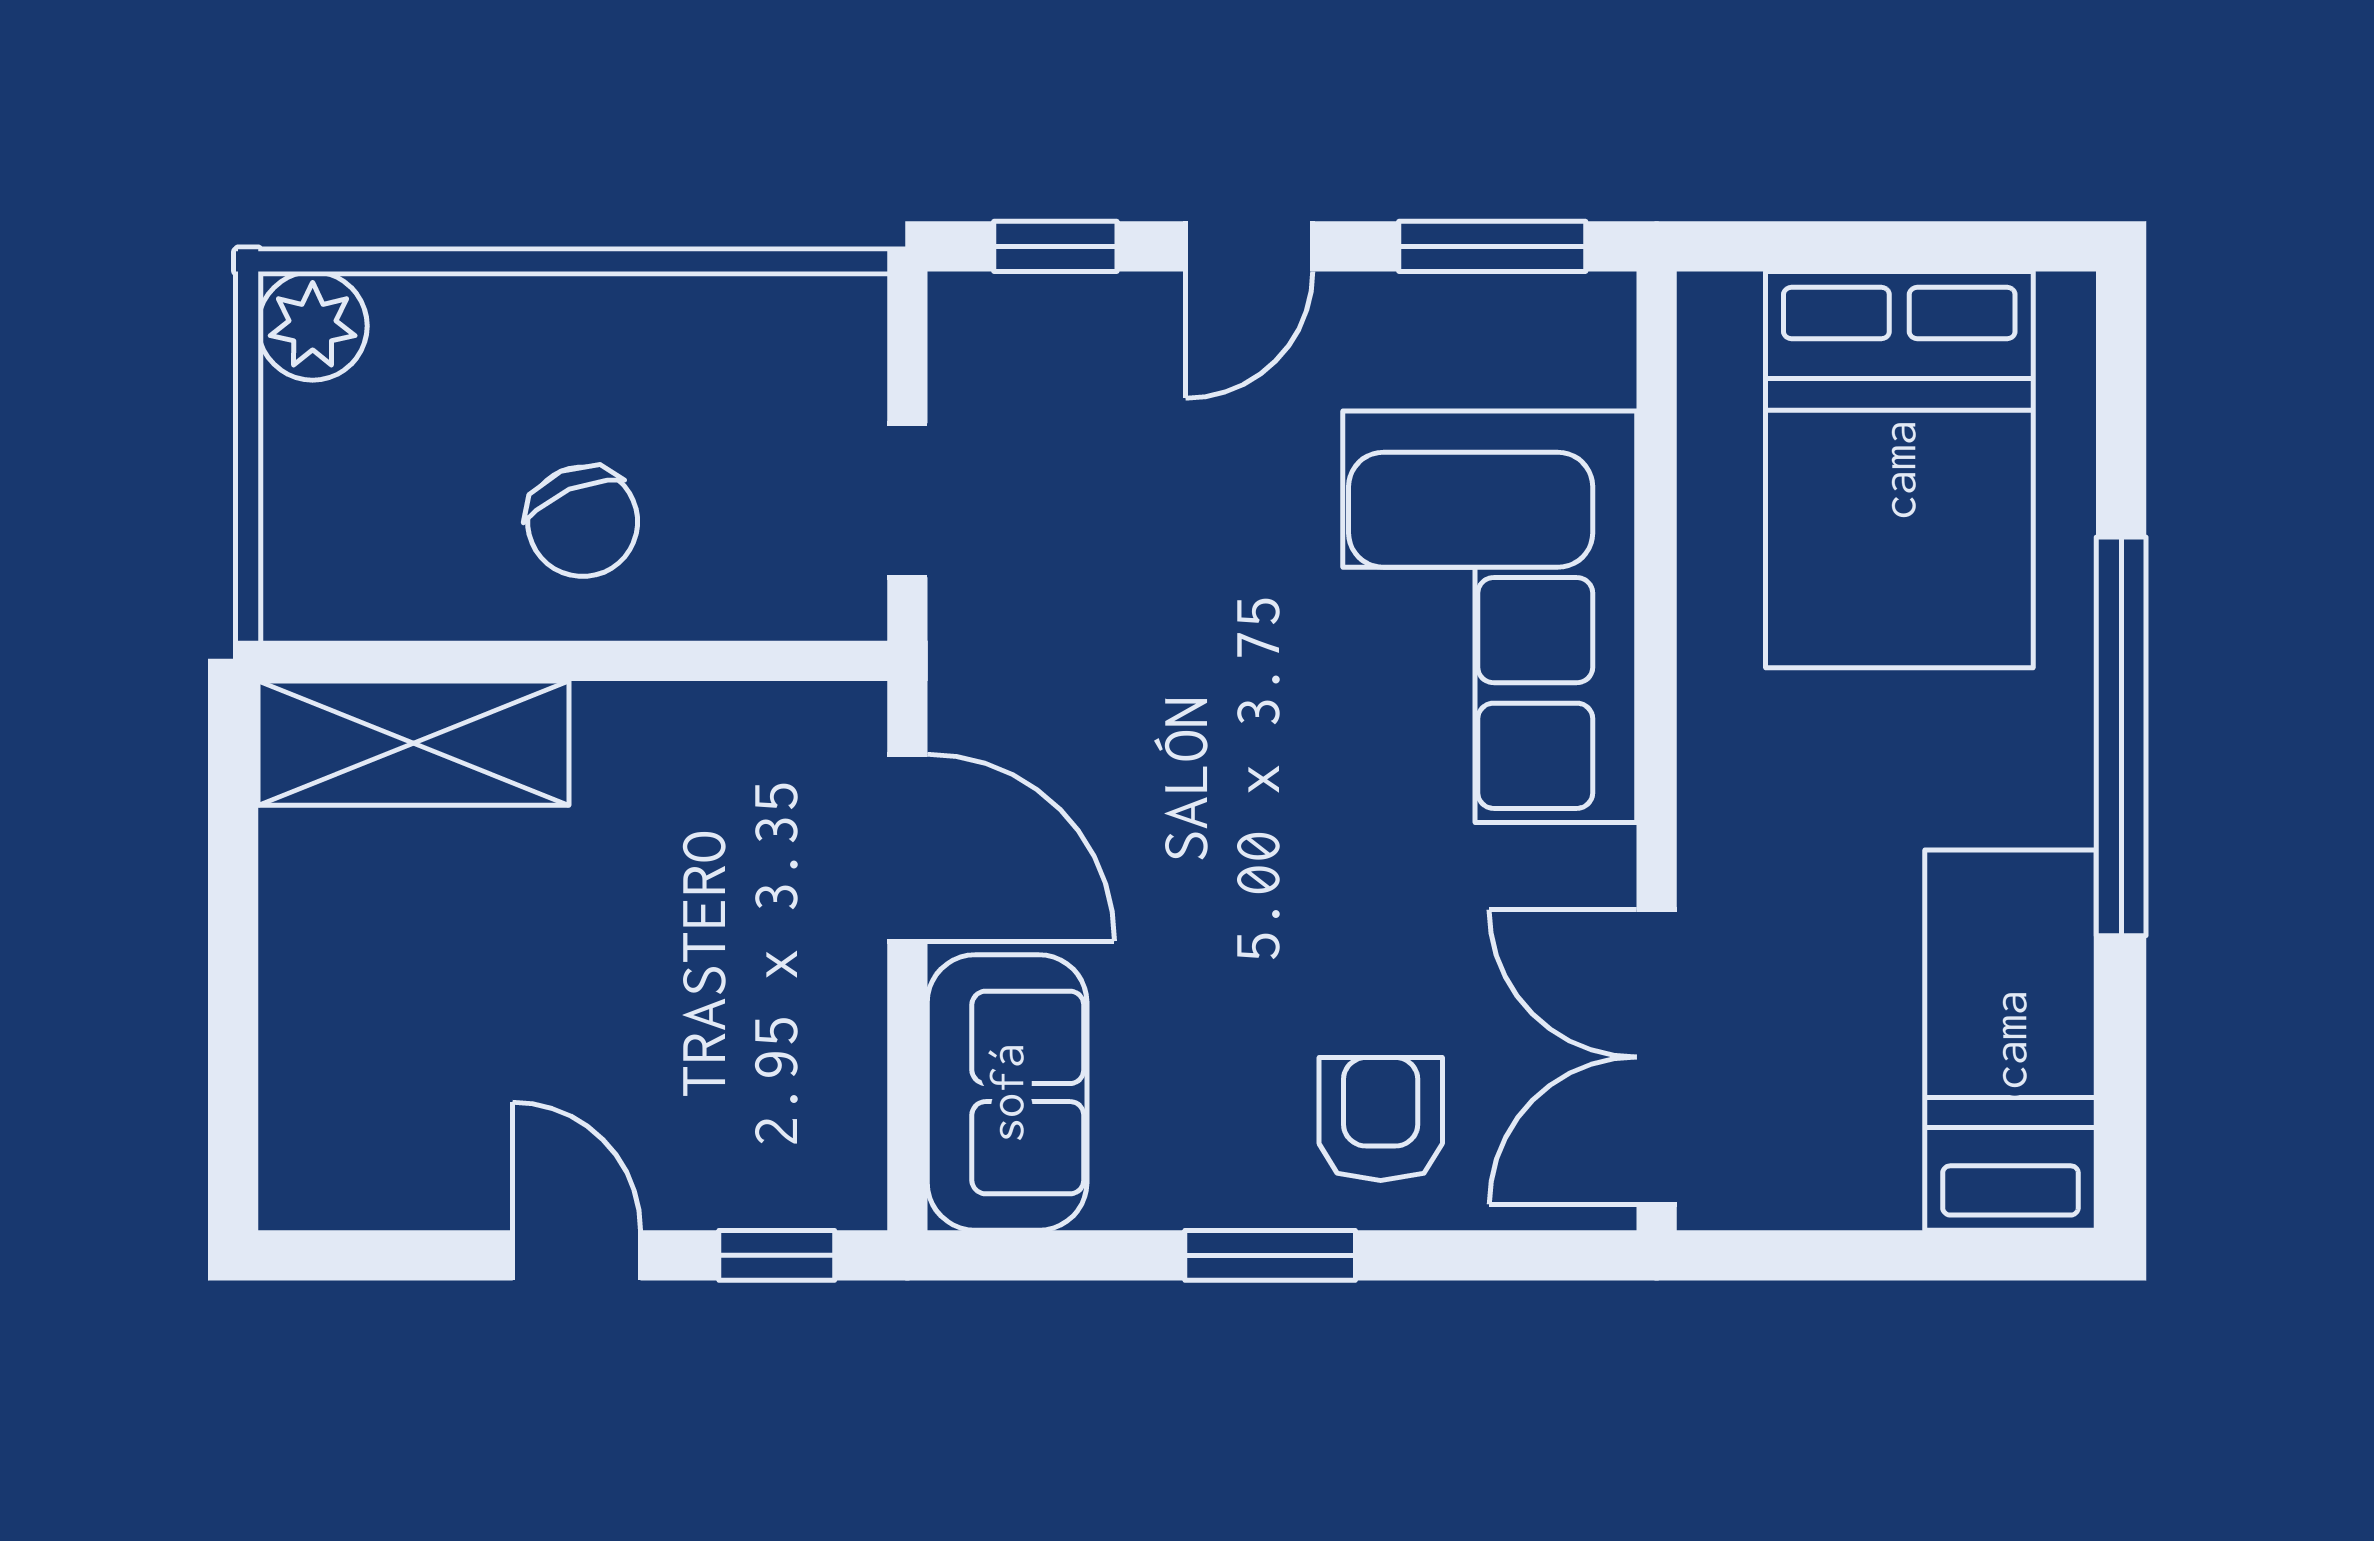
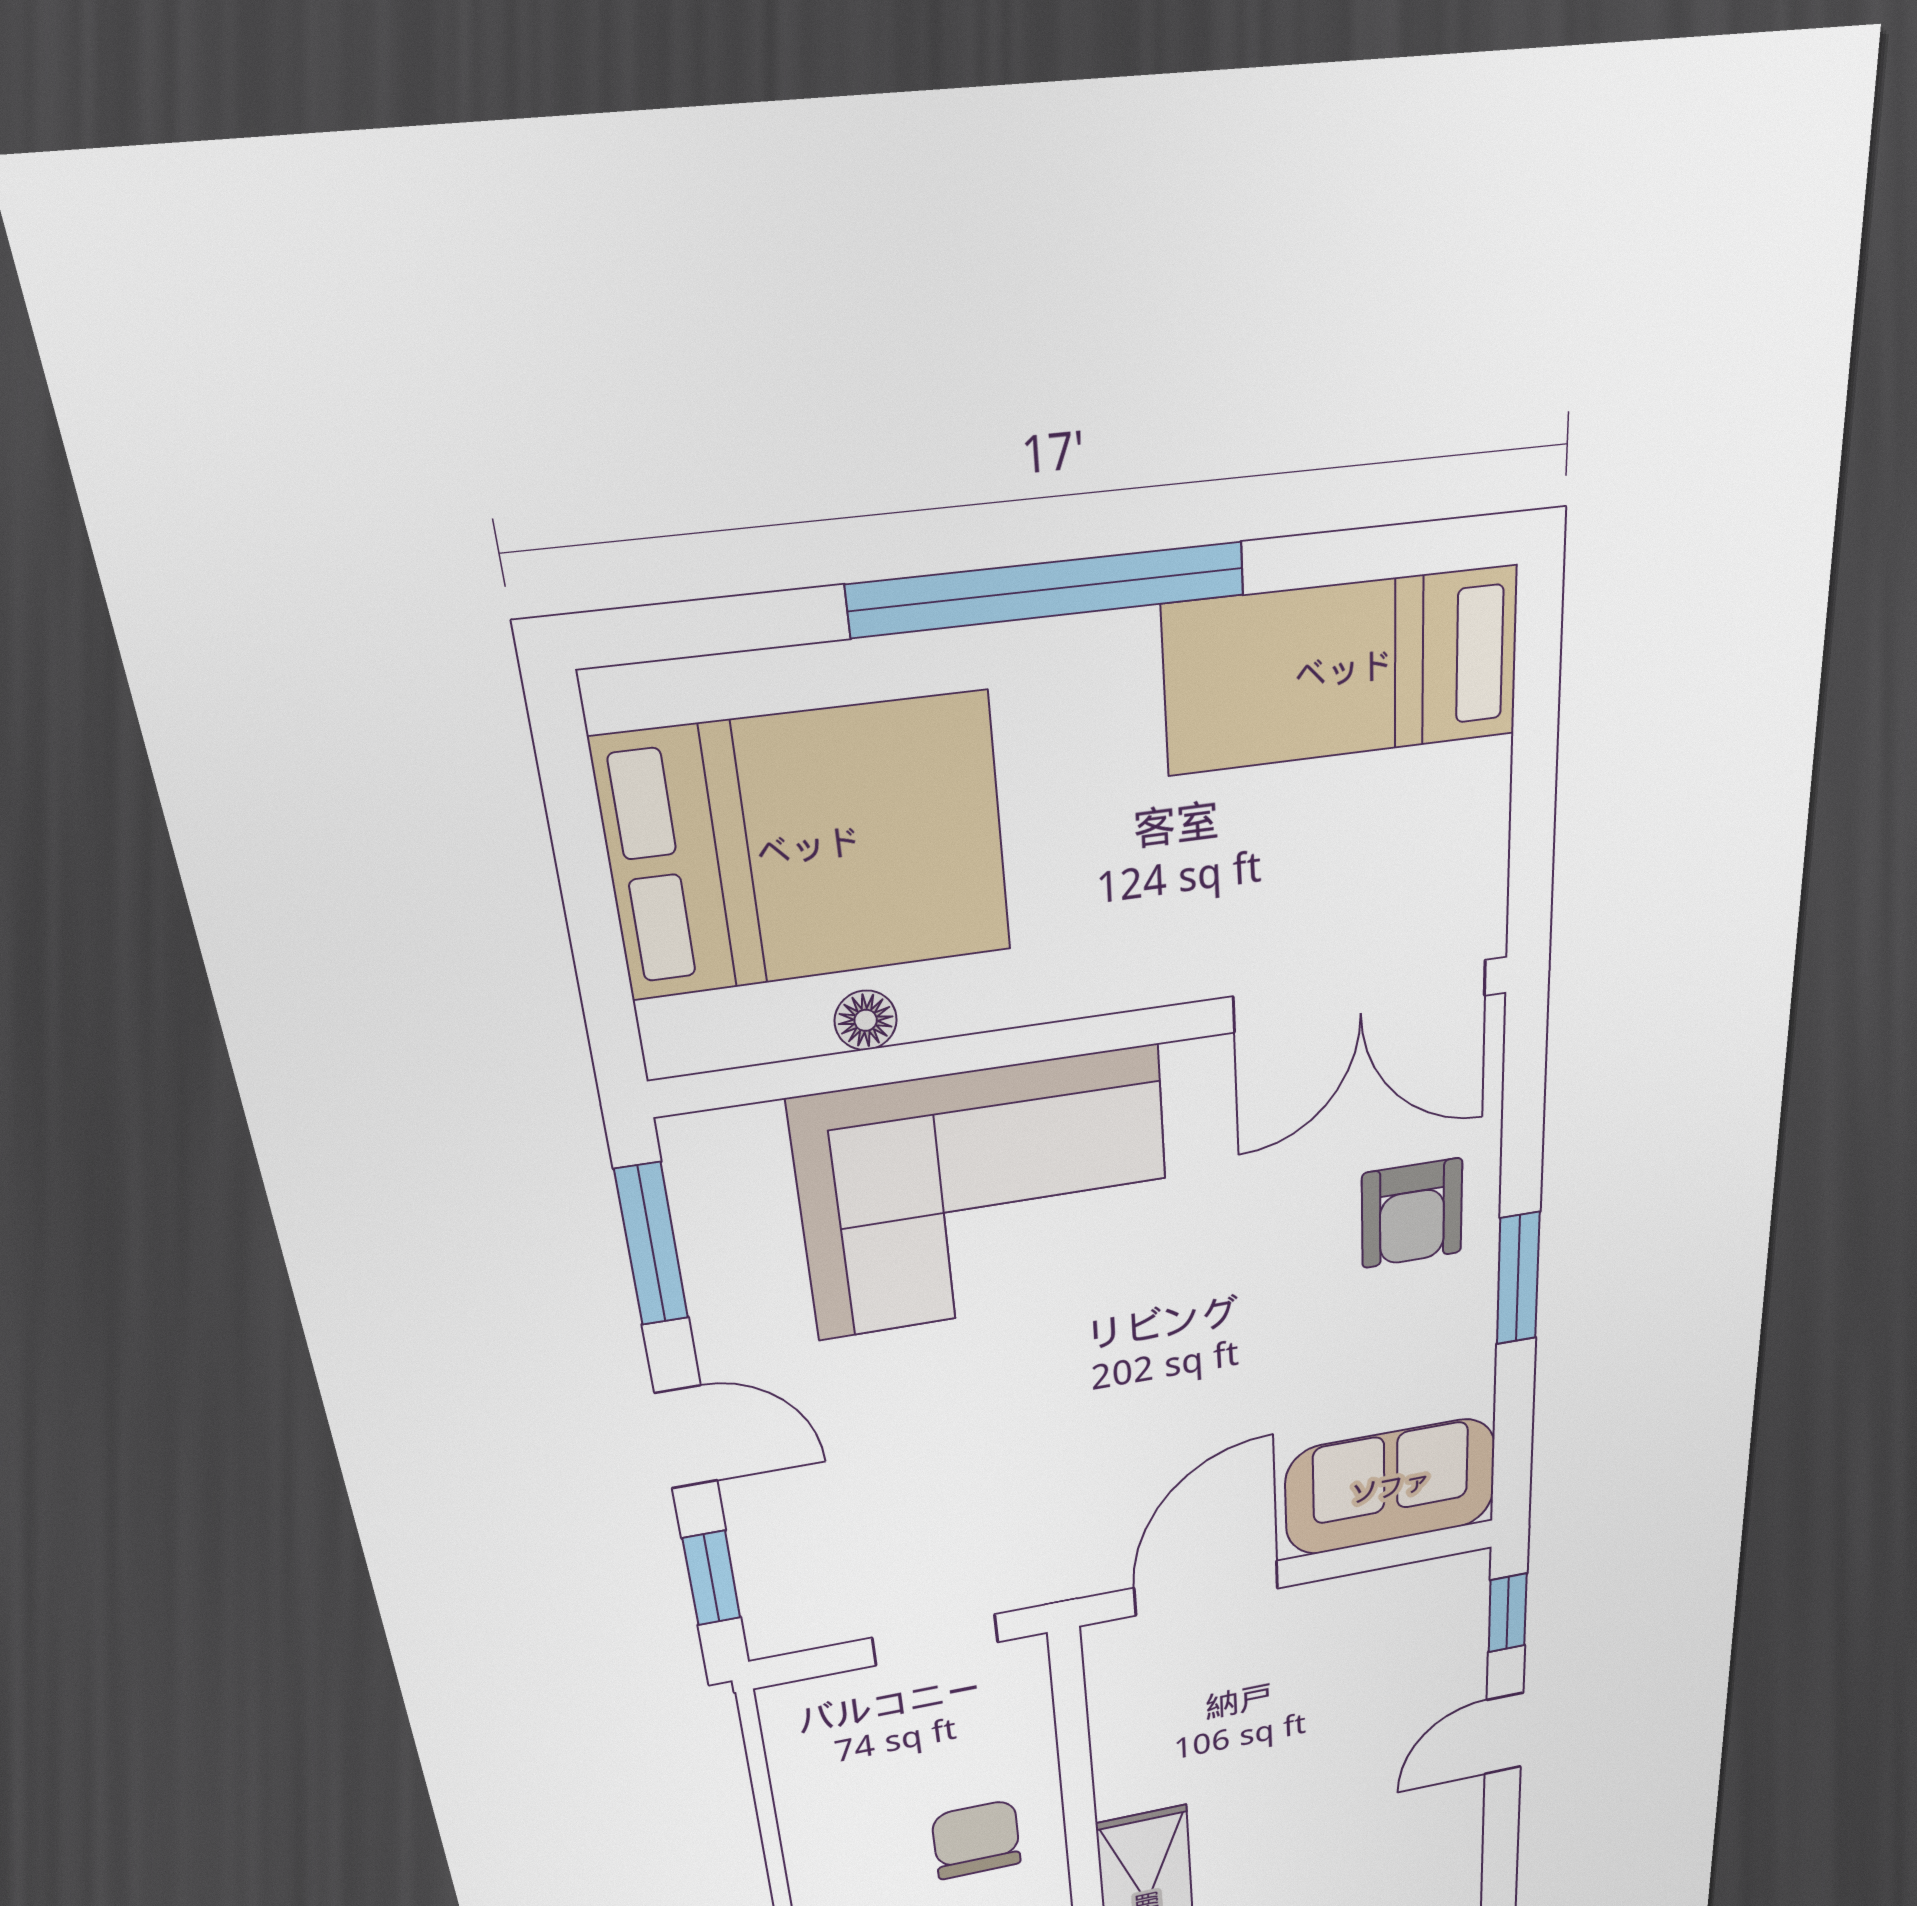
floor lamp: (1709, 507) -> (866, 1020), added
chair: (583, 522) -> (976, 1840), turned -67
armchair: (1381, 1119) -> (1412, 1213), turned -90

